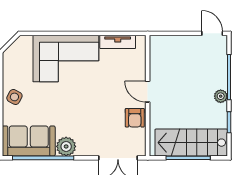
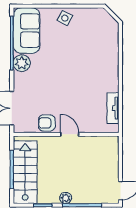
corner sofa: (66, 58) -> (99, 63), removed
door: (148, 92) -> (70, 134), hinge flipped

